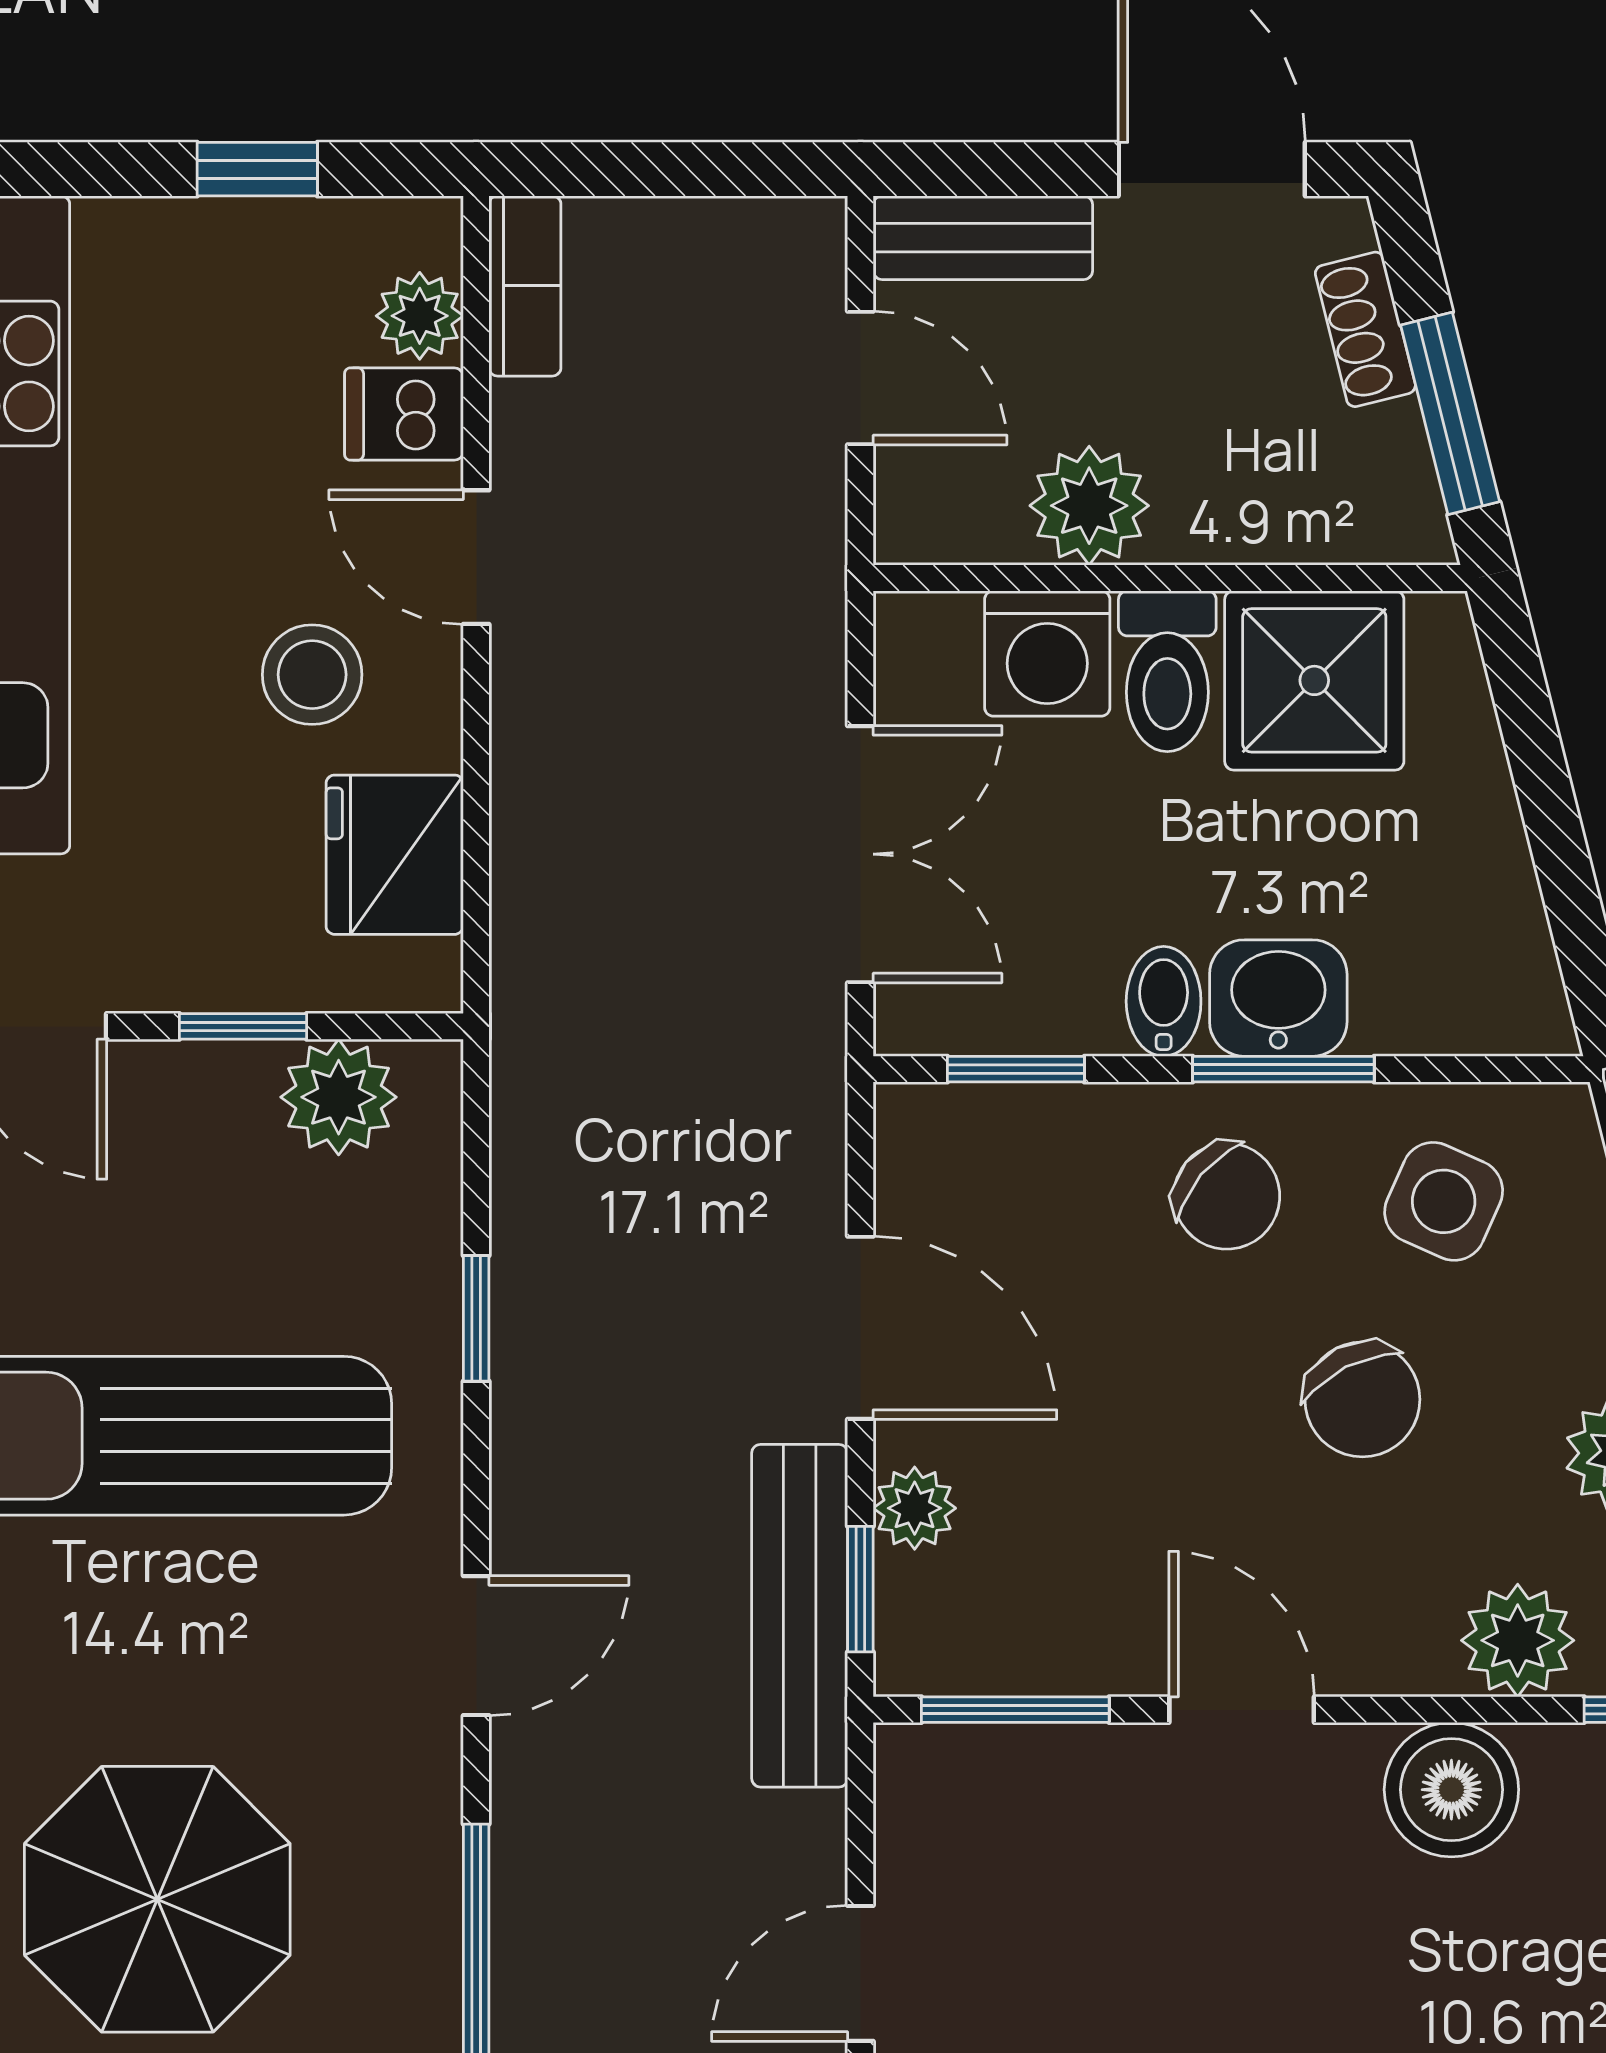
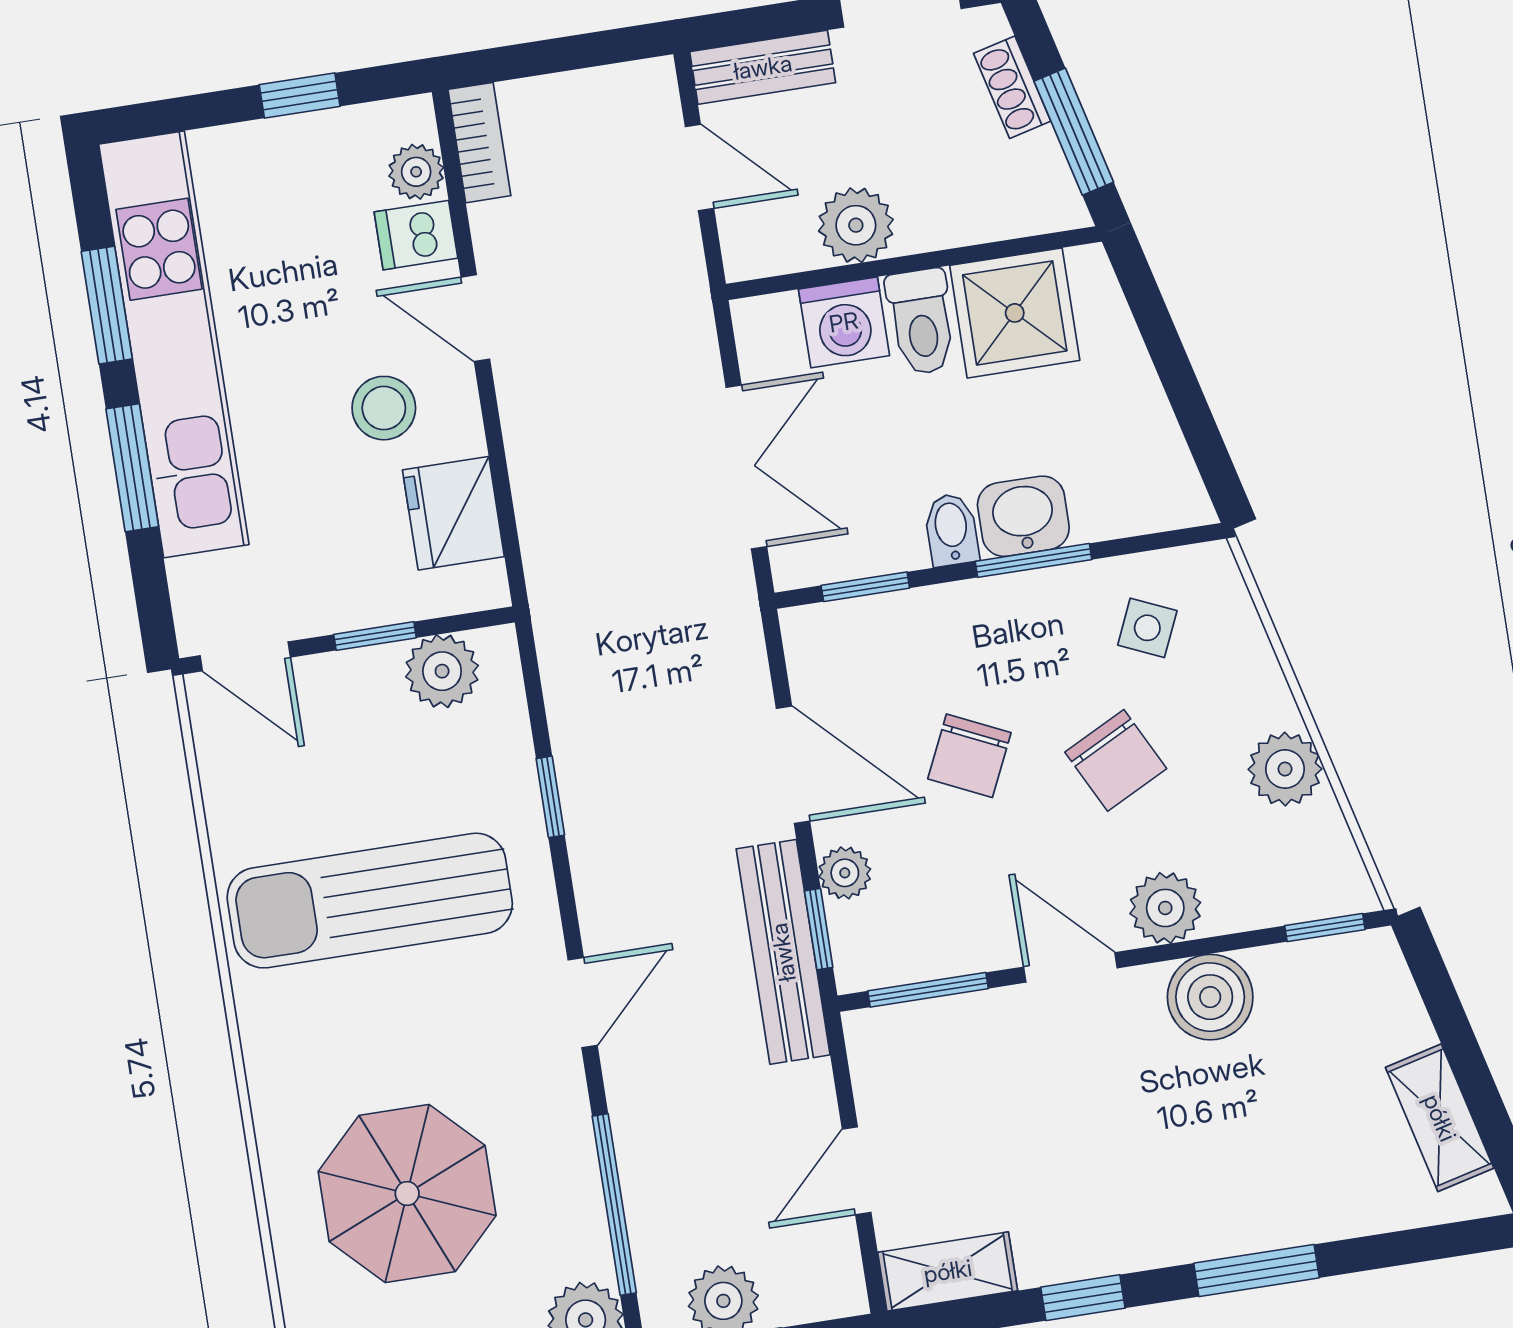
chair: (1227, 1196) -> (969, 756), moved, turned 75
side table: (1444, 1201) -> (1147, 628), width x0.73, depth x0.73
plant: (1518, 1640) -> (1165, 908), moved

